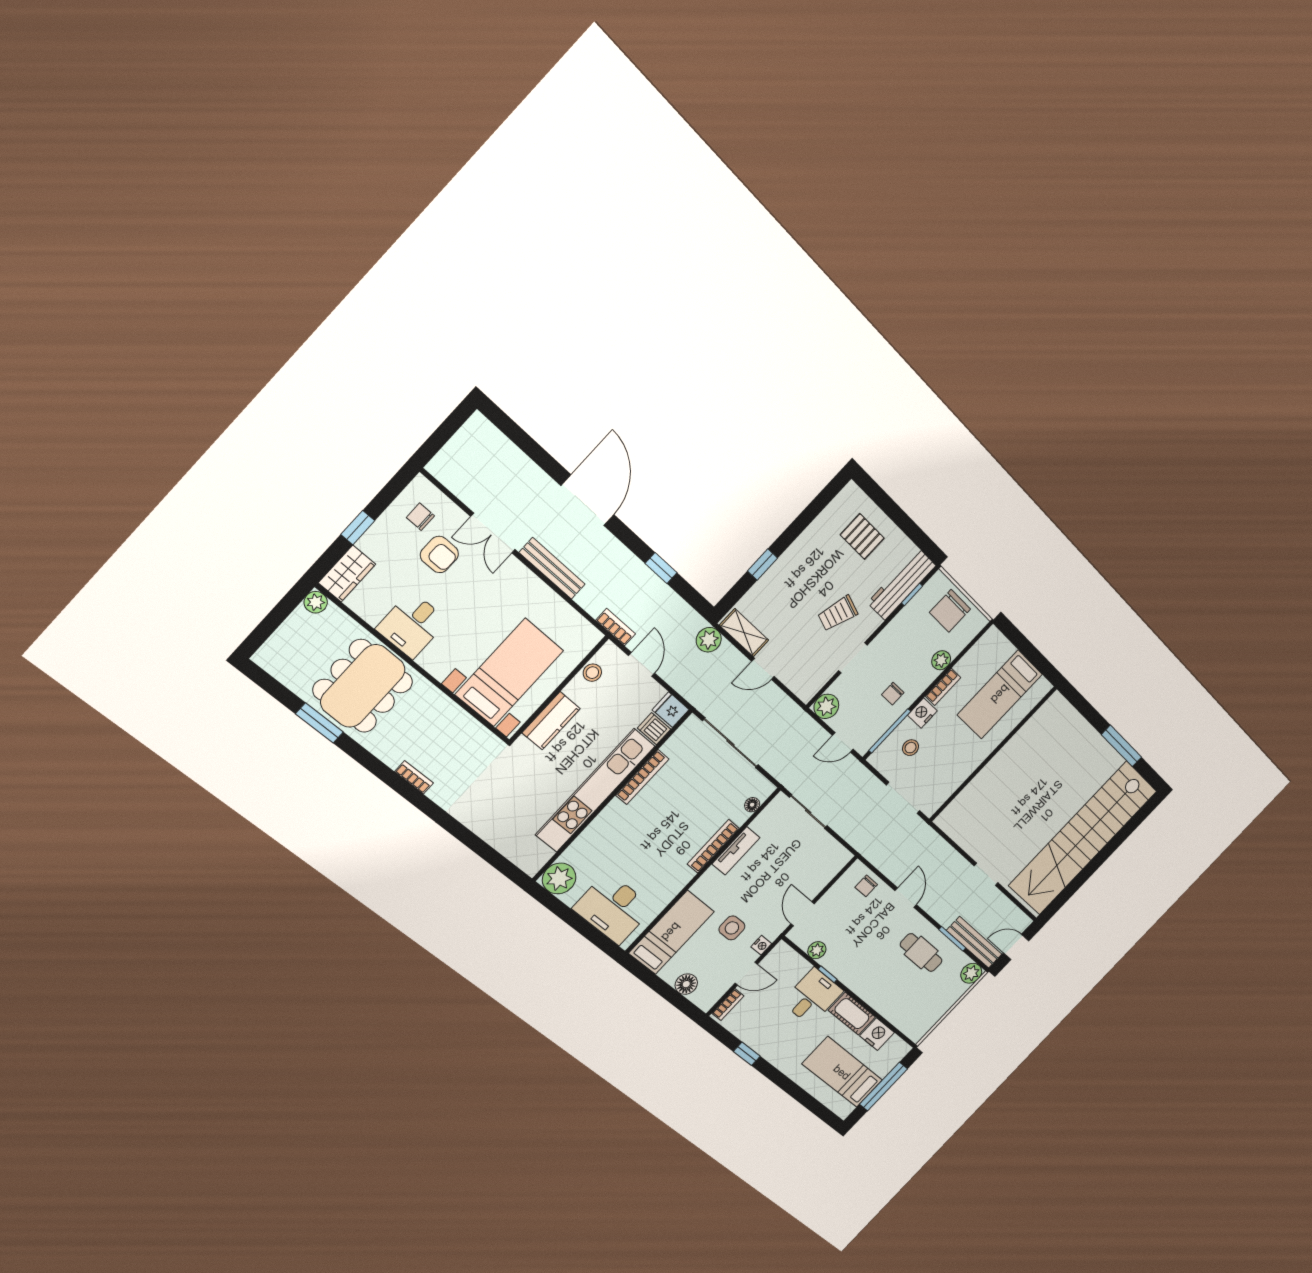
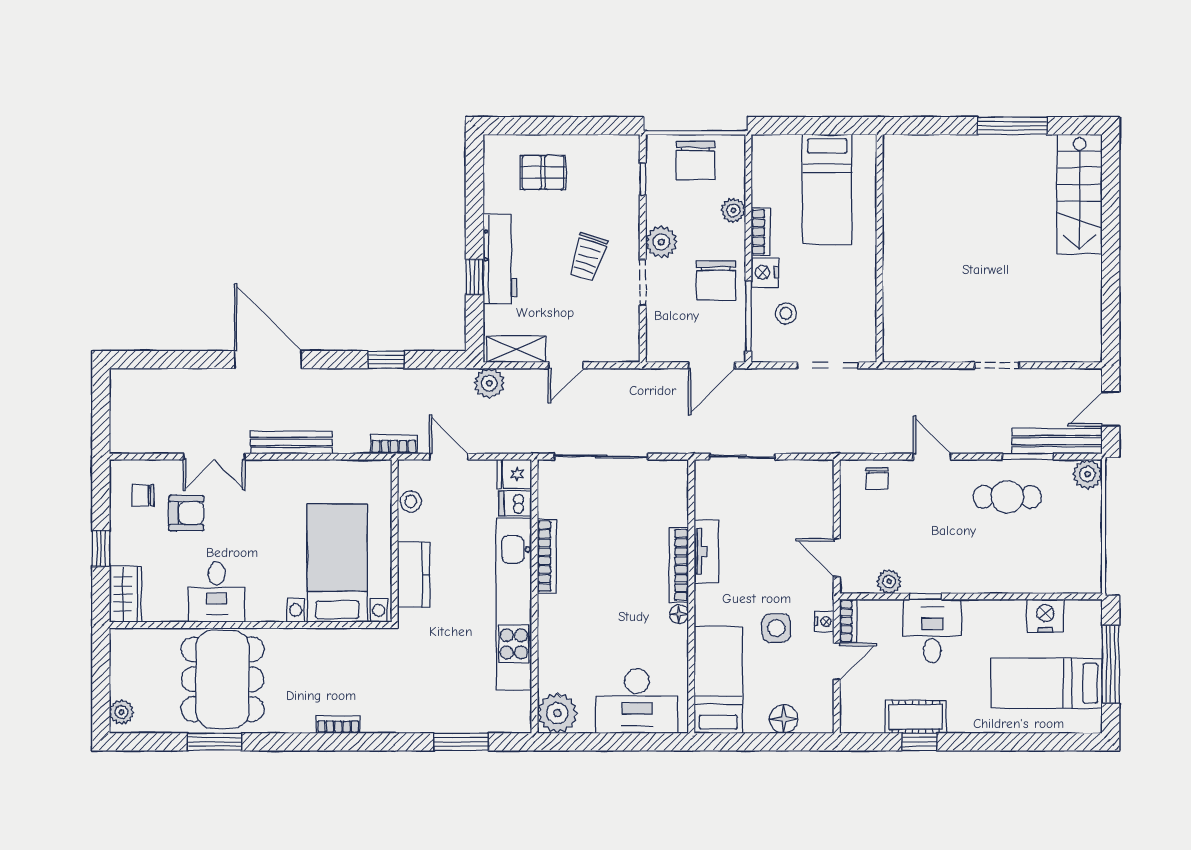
workbench: (902, 584) -> (500, 259), moved, turned 180
plant: (316, 602) -> (122, 712), moved
chair: (893, 694) -> (716, 280), width x1.87, depth x1.87
plant: (826, 706) -> (661, 242), moved
door: (843, 742) -> (712, 365), width x1.37
floor lamp: (752, 805) -> (679, 614), moved
stairs: (1083, 838) -> (1080, 194), width x0.54, depth x0.66
window: (483, 850) -> (461, 742), added
bookcase: (728, 1005) -> (848, 621), moved
cot: (852, 1014) -> (916, 717), moved

